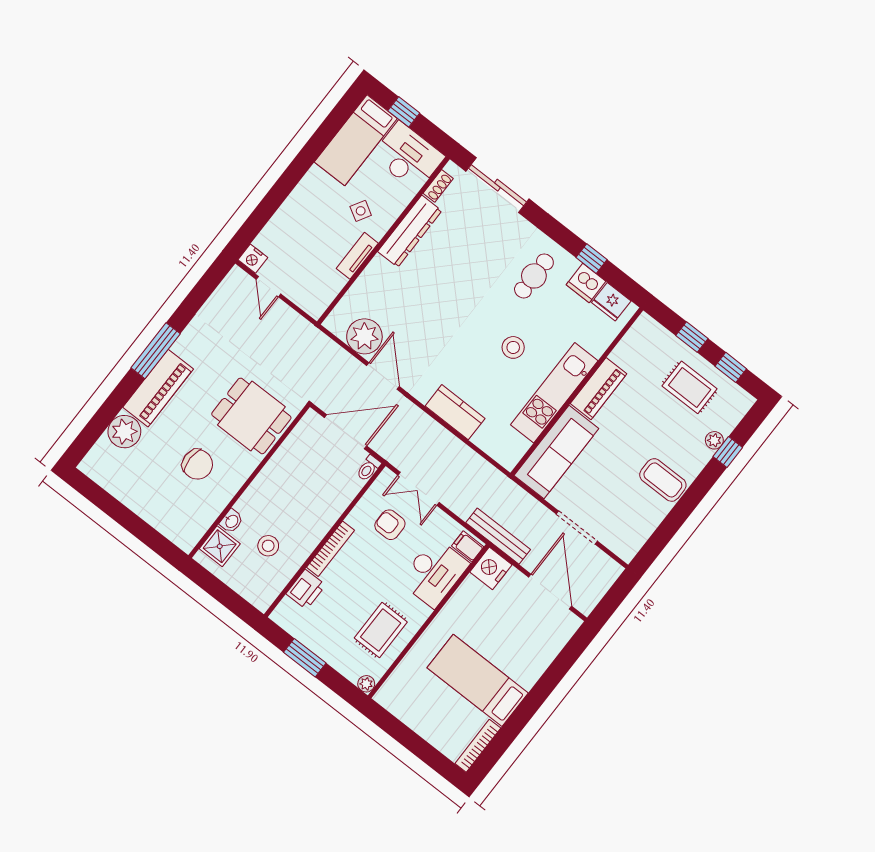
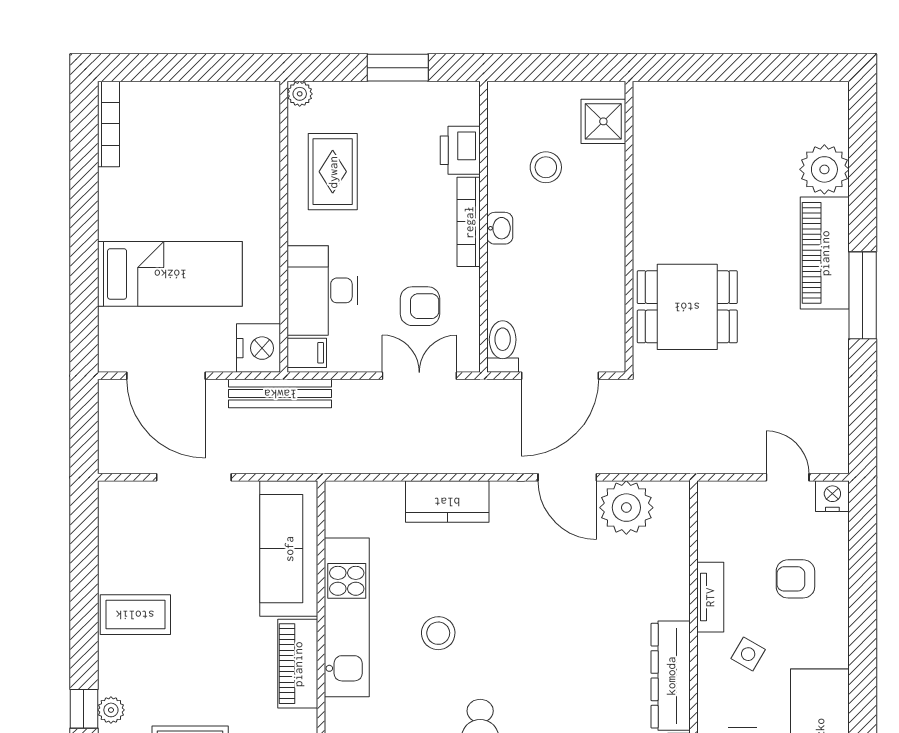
armchair: (306, 231) -> (795, 579), added
chair: (197, 464) -> (706, 199), removed
toilet: (369, 468) -> (503, 346), width x1.37, depth x1.39
washbasin: (231, 521) -> (500, 228), moved, turned 180
bed: (478, 680) -> (170, 274), moved

